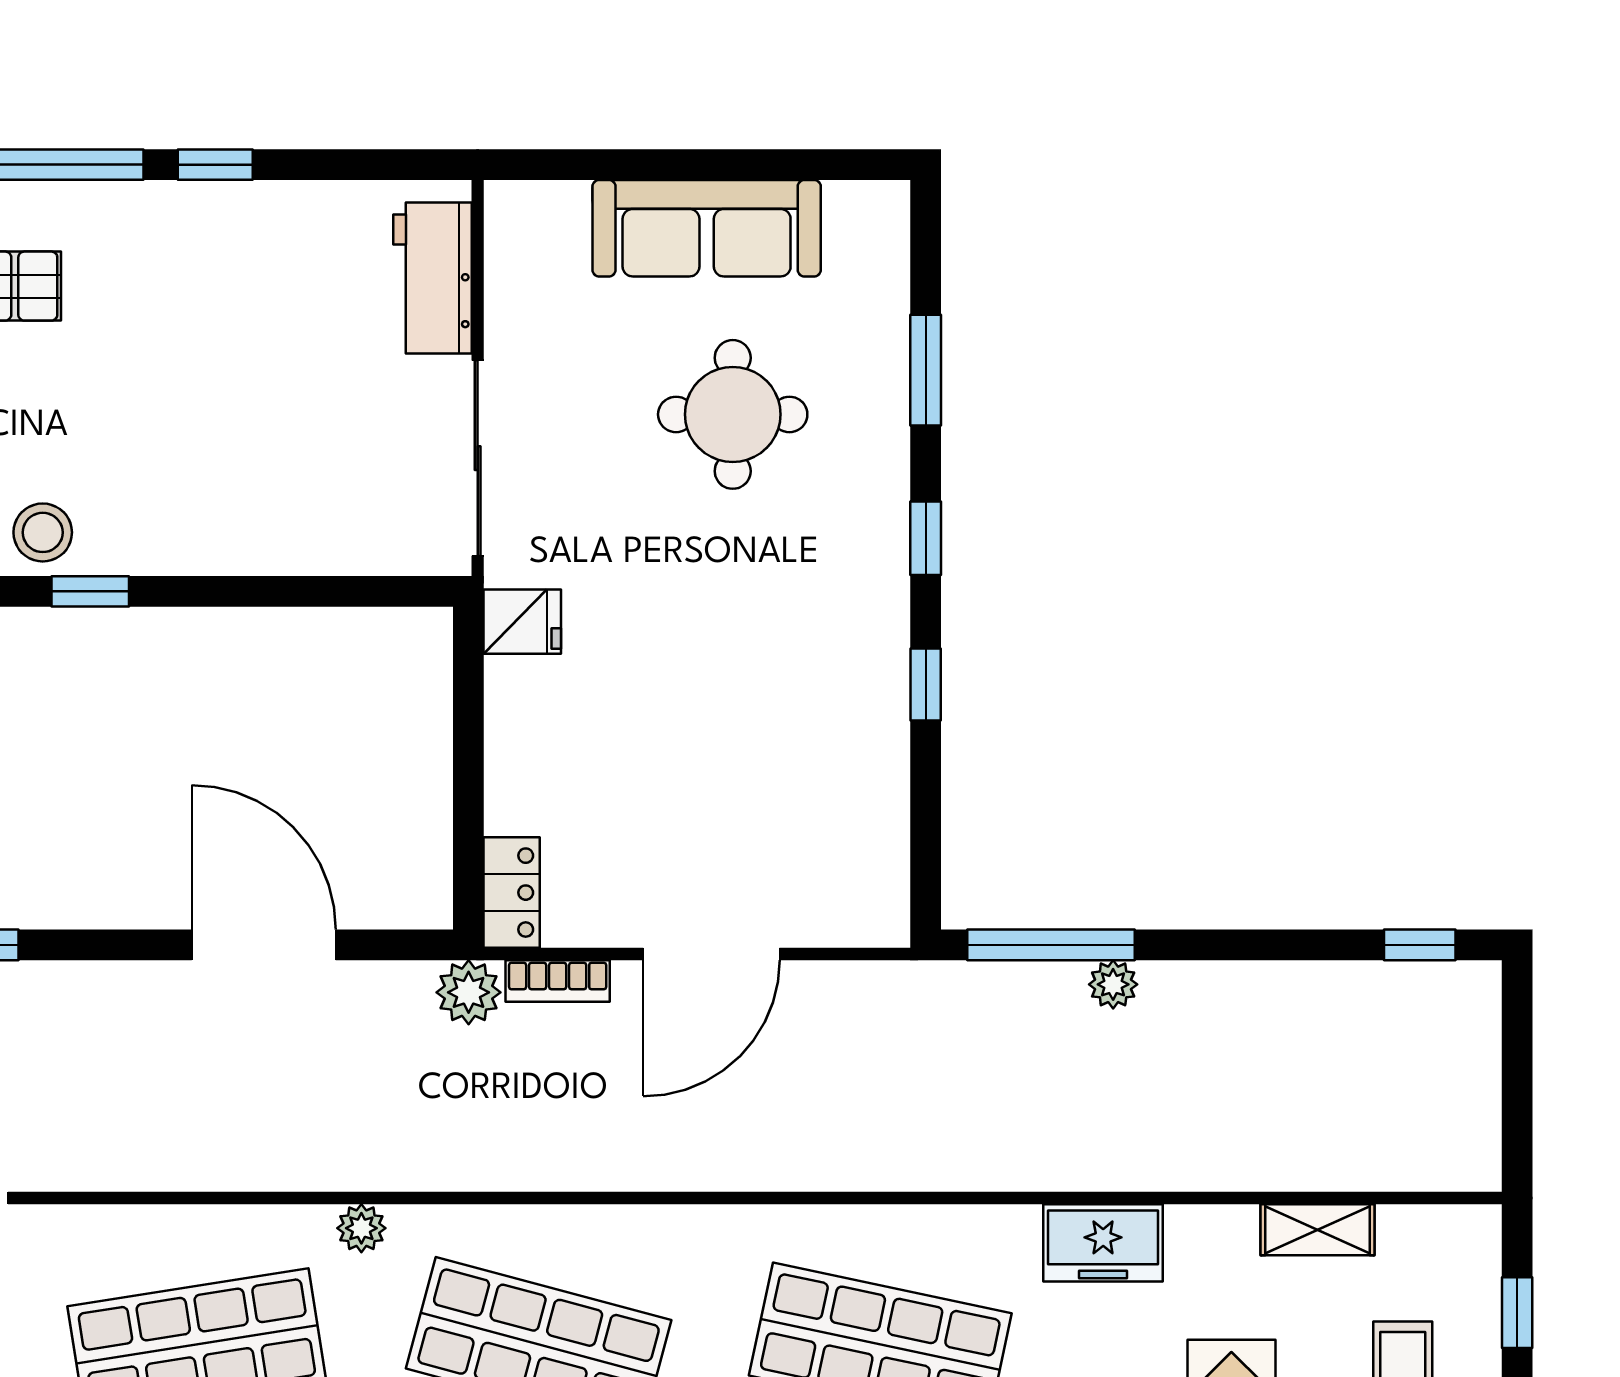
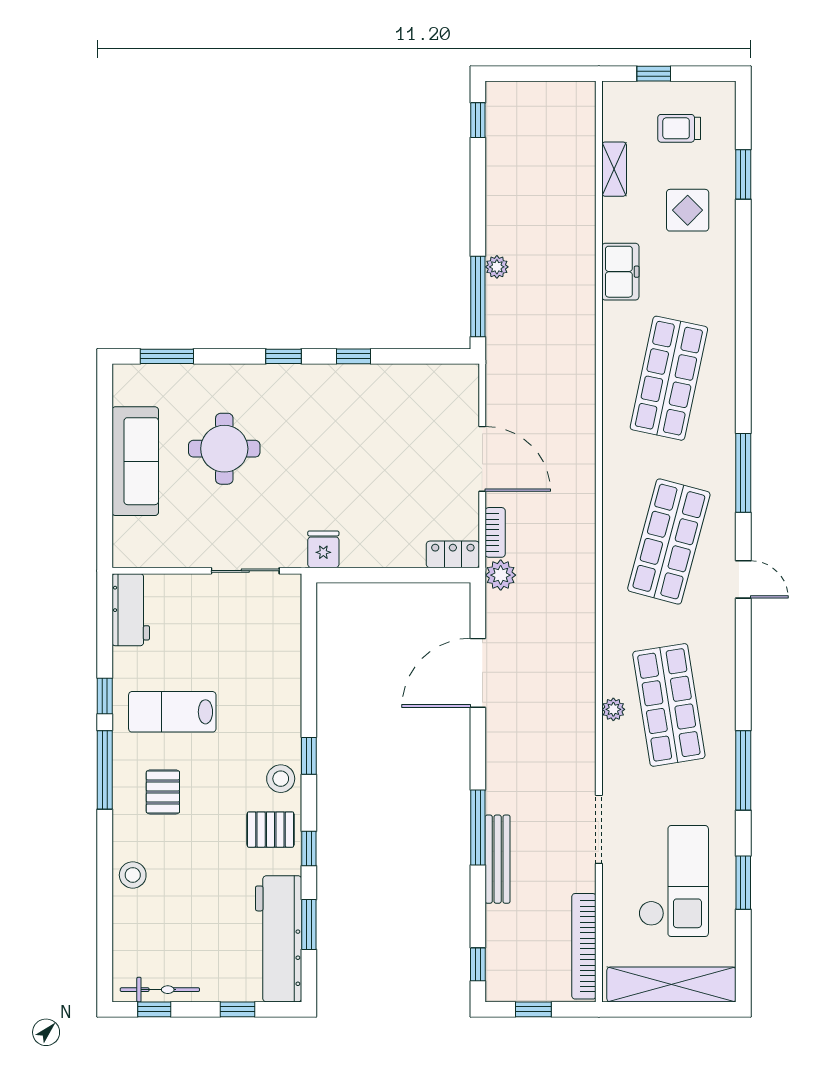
workbench: (432, 278) -> (131, 610), moved, turned -90
lab bench: (182, 306) -> (172, 712), added
window: (926, 370) -> (167, 356), moved
sliding door: (478, 458) -> (245, 571), width x0.73
plant: (361, 1228) -> (613, 709), moved

